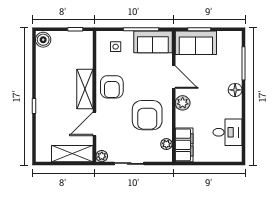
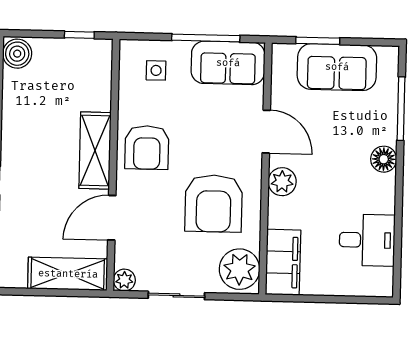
sofa: (196, 43) -> (337, 67), moved
plant: (166, 144) -> (240, 269), width x1.88, depth x1.88

